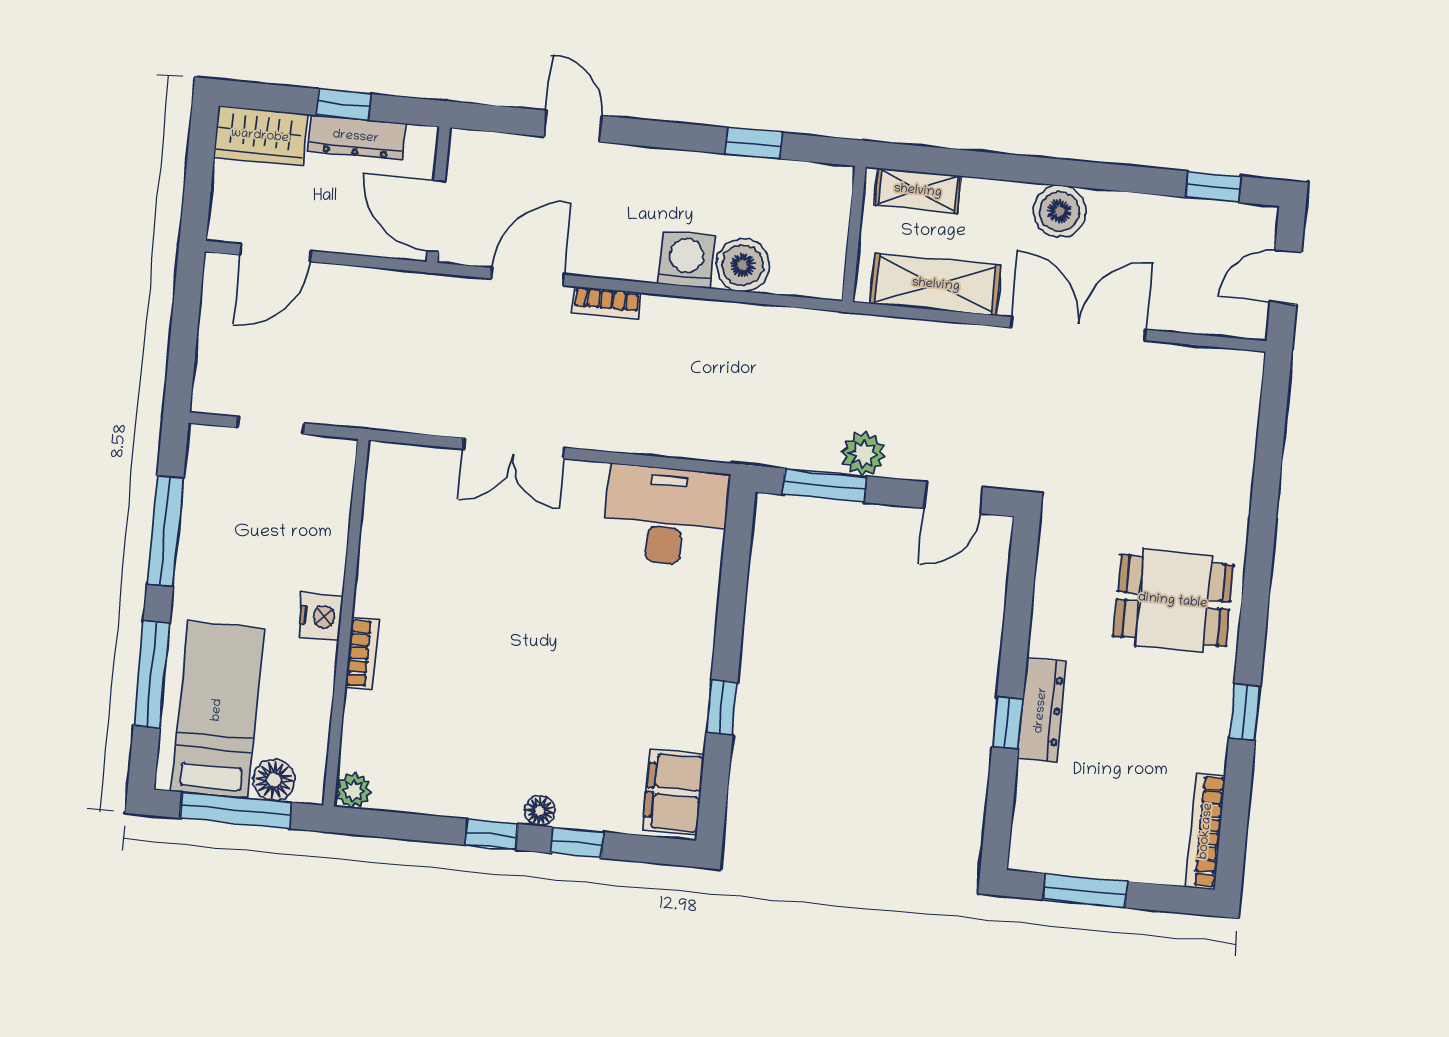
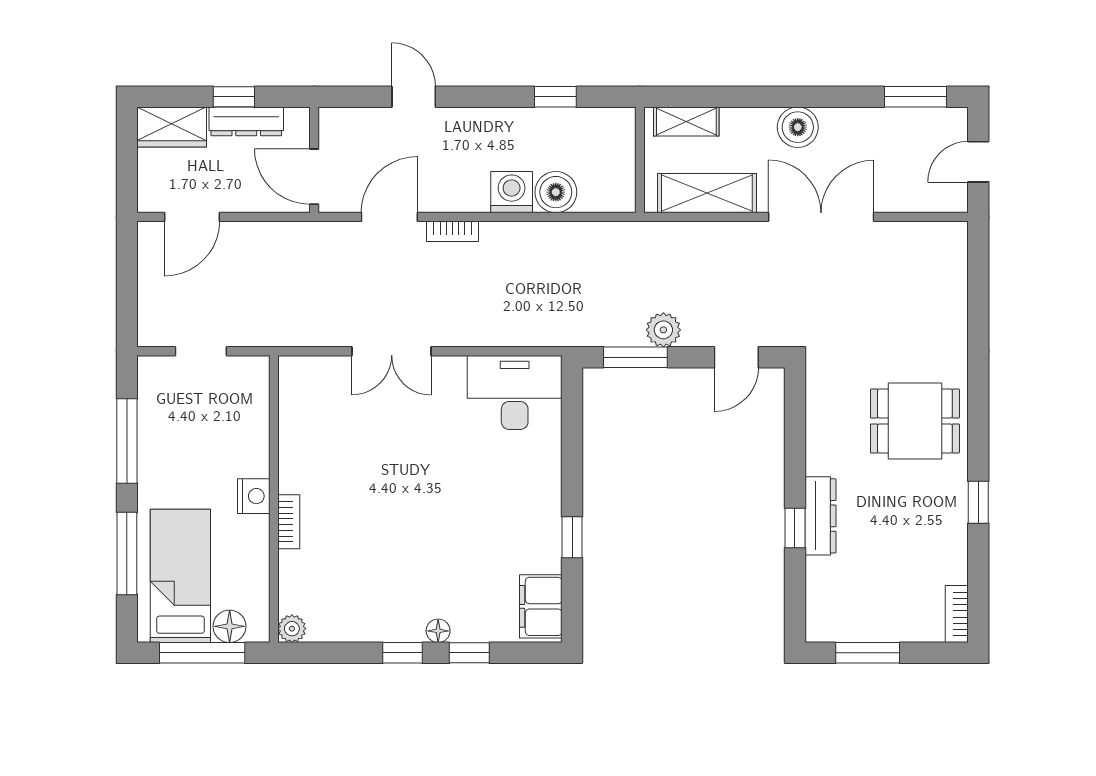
window: (1213, 187) -> (915, 97), width x1.50
bookcase: (1206, 831) -> (957, 614), width x0.64

